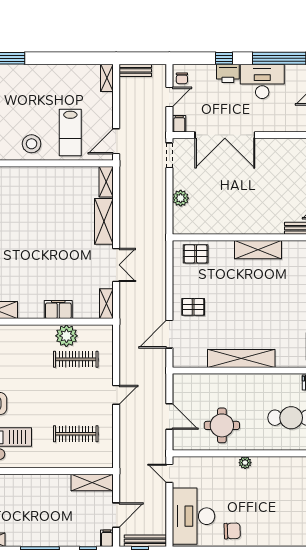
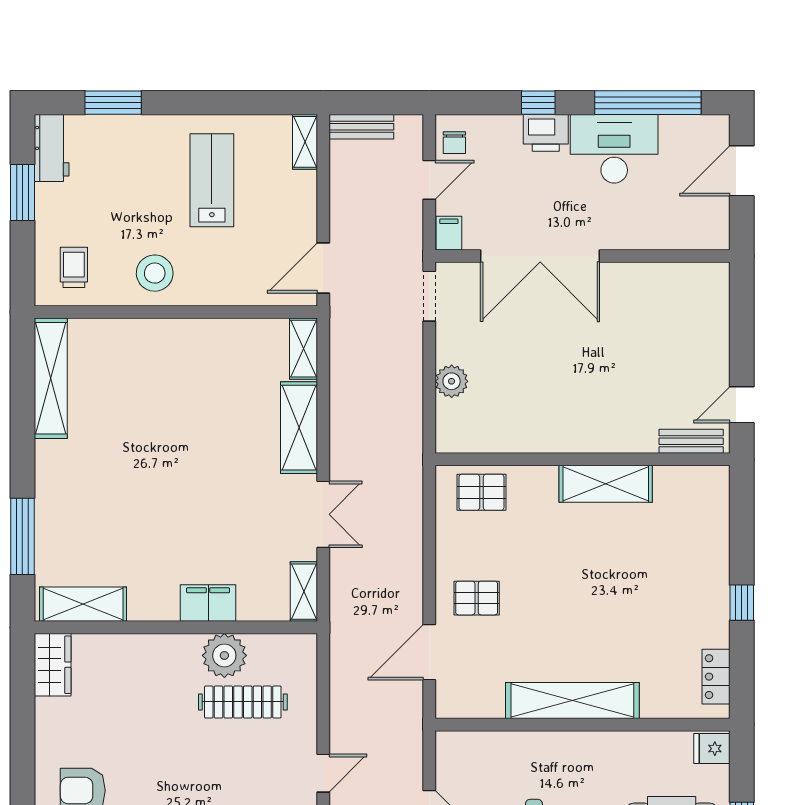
lab bench: (70, 133) -> (212, 180), moved, turned 180

